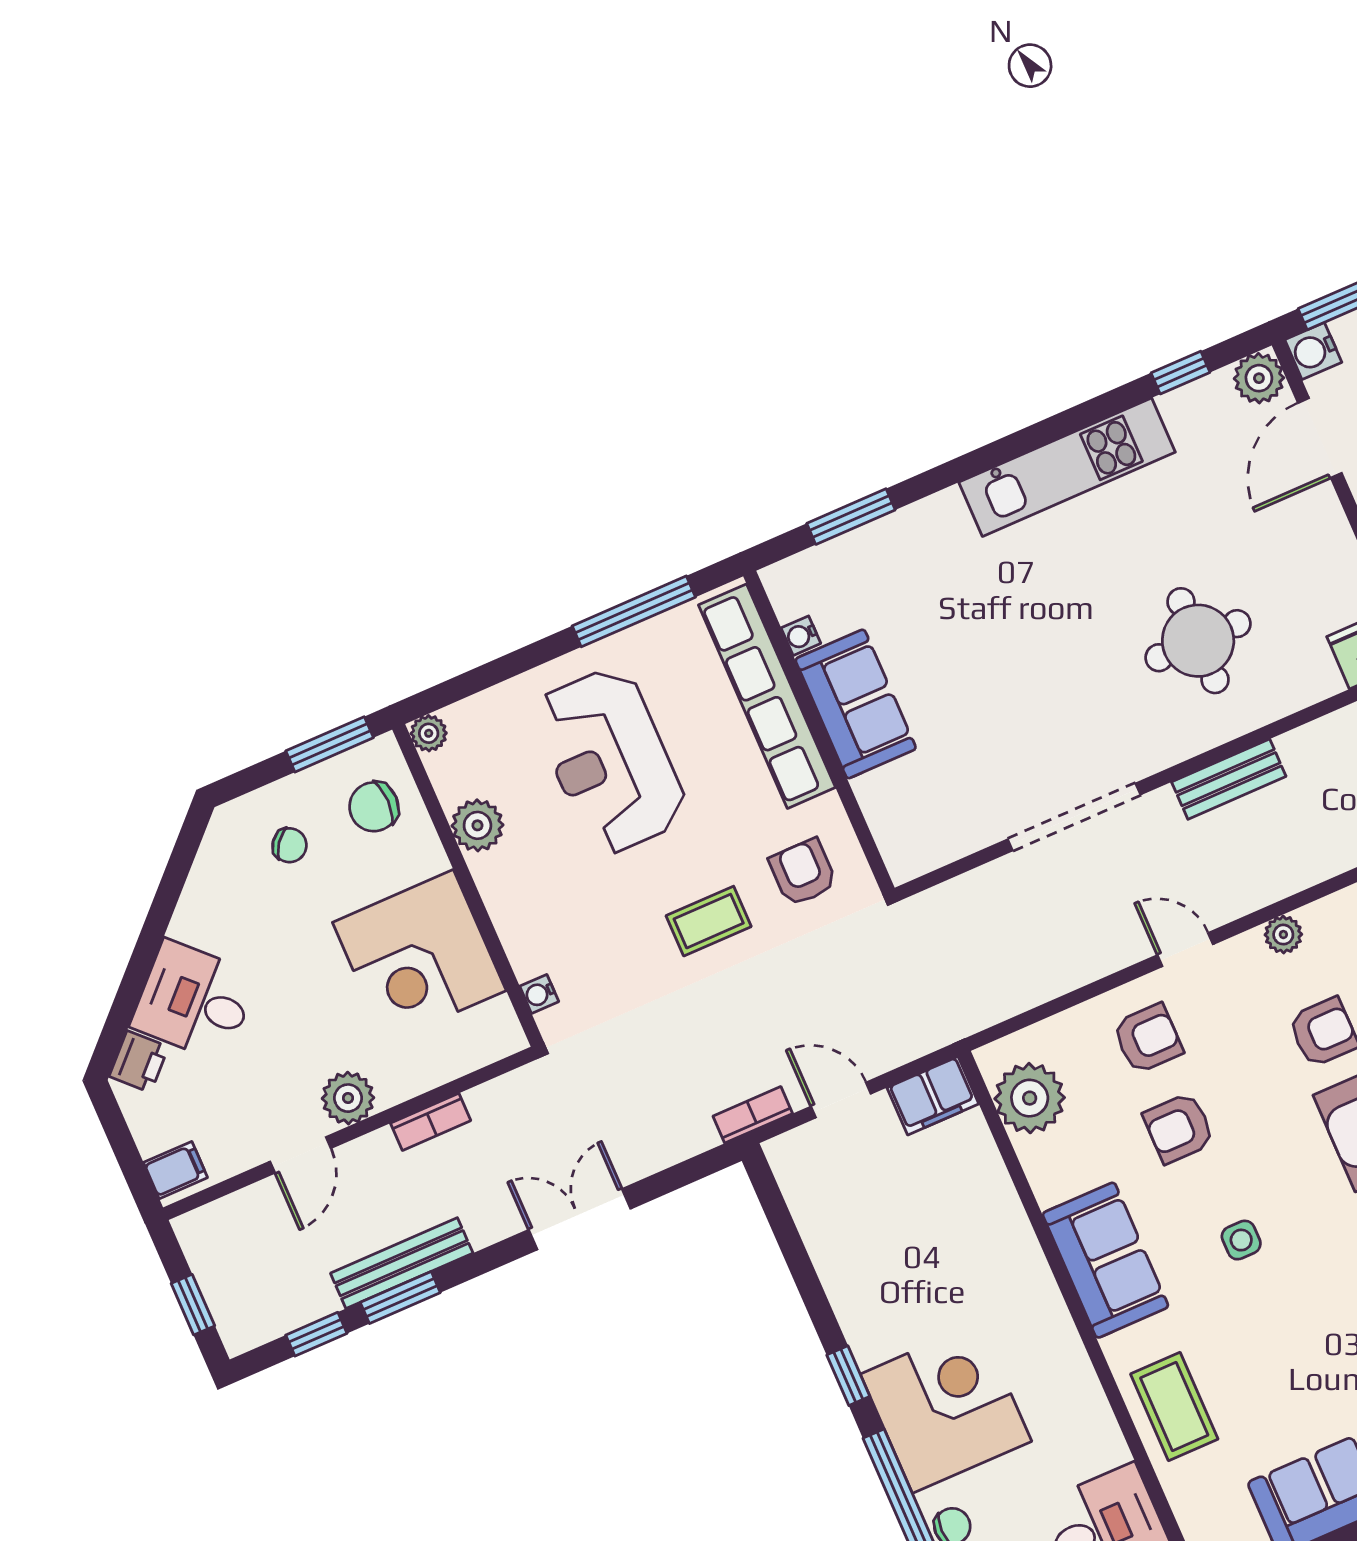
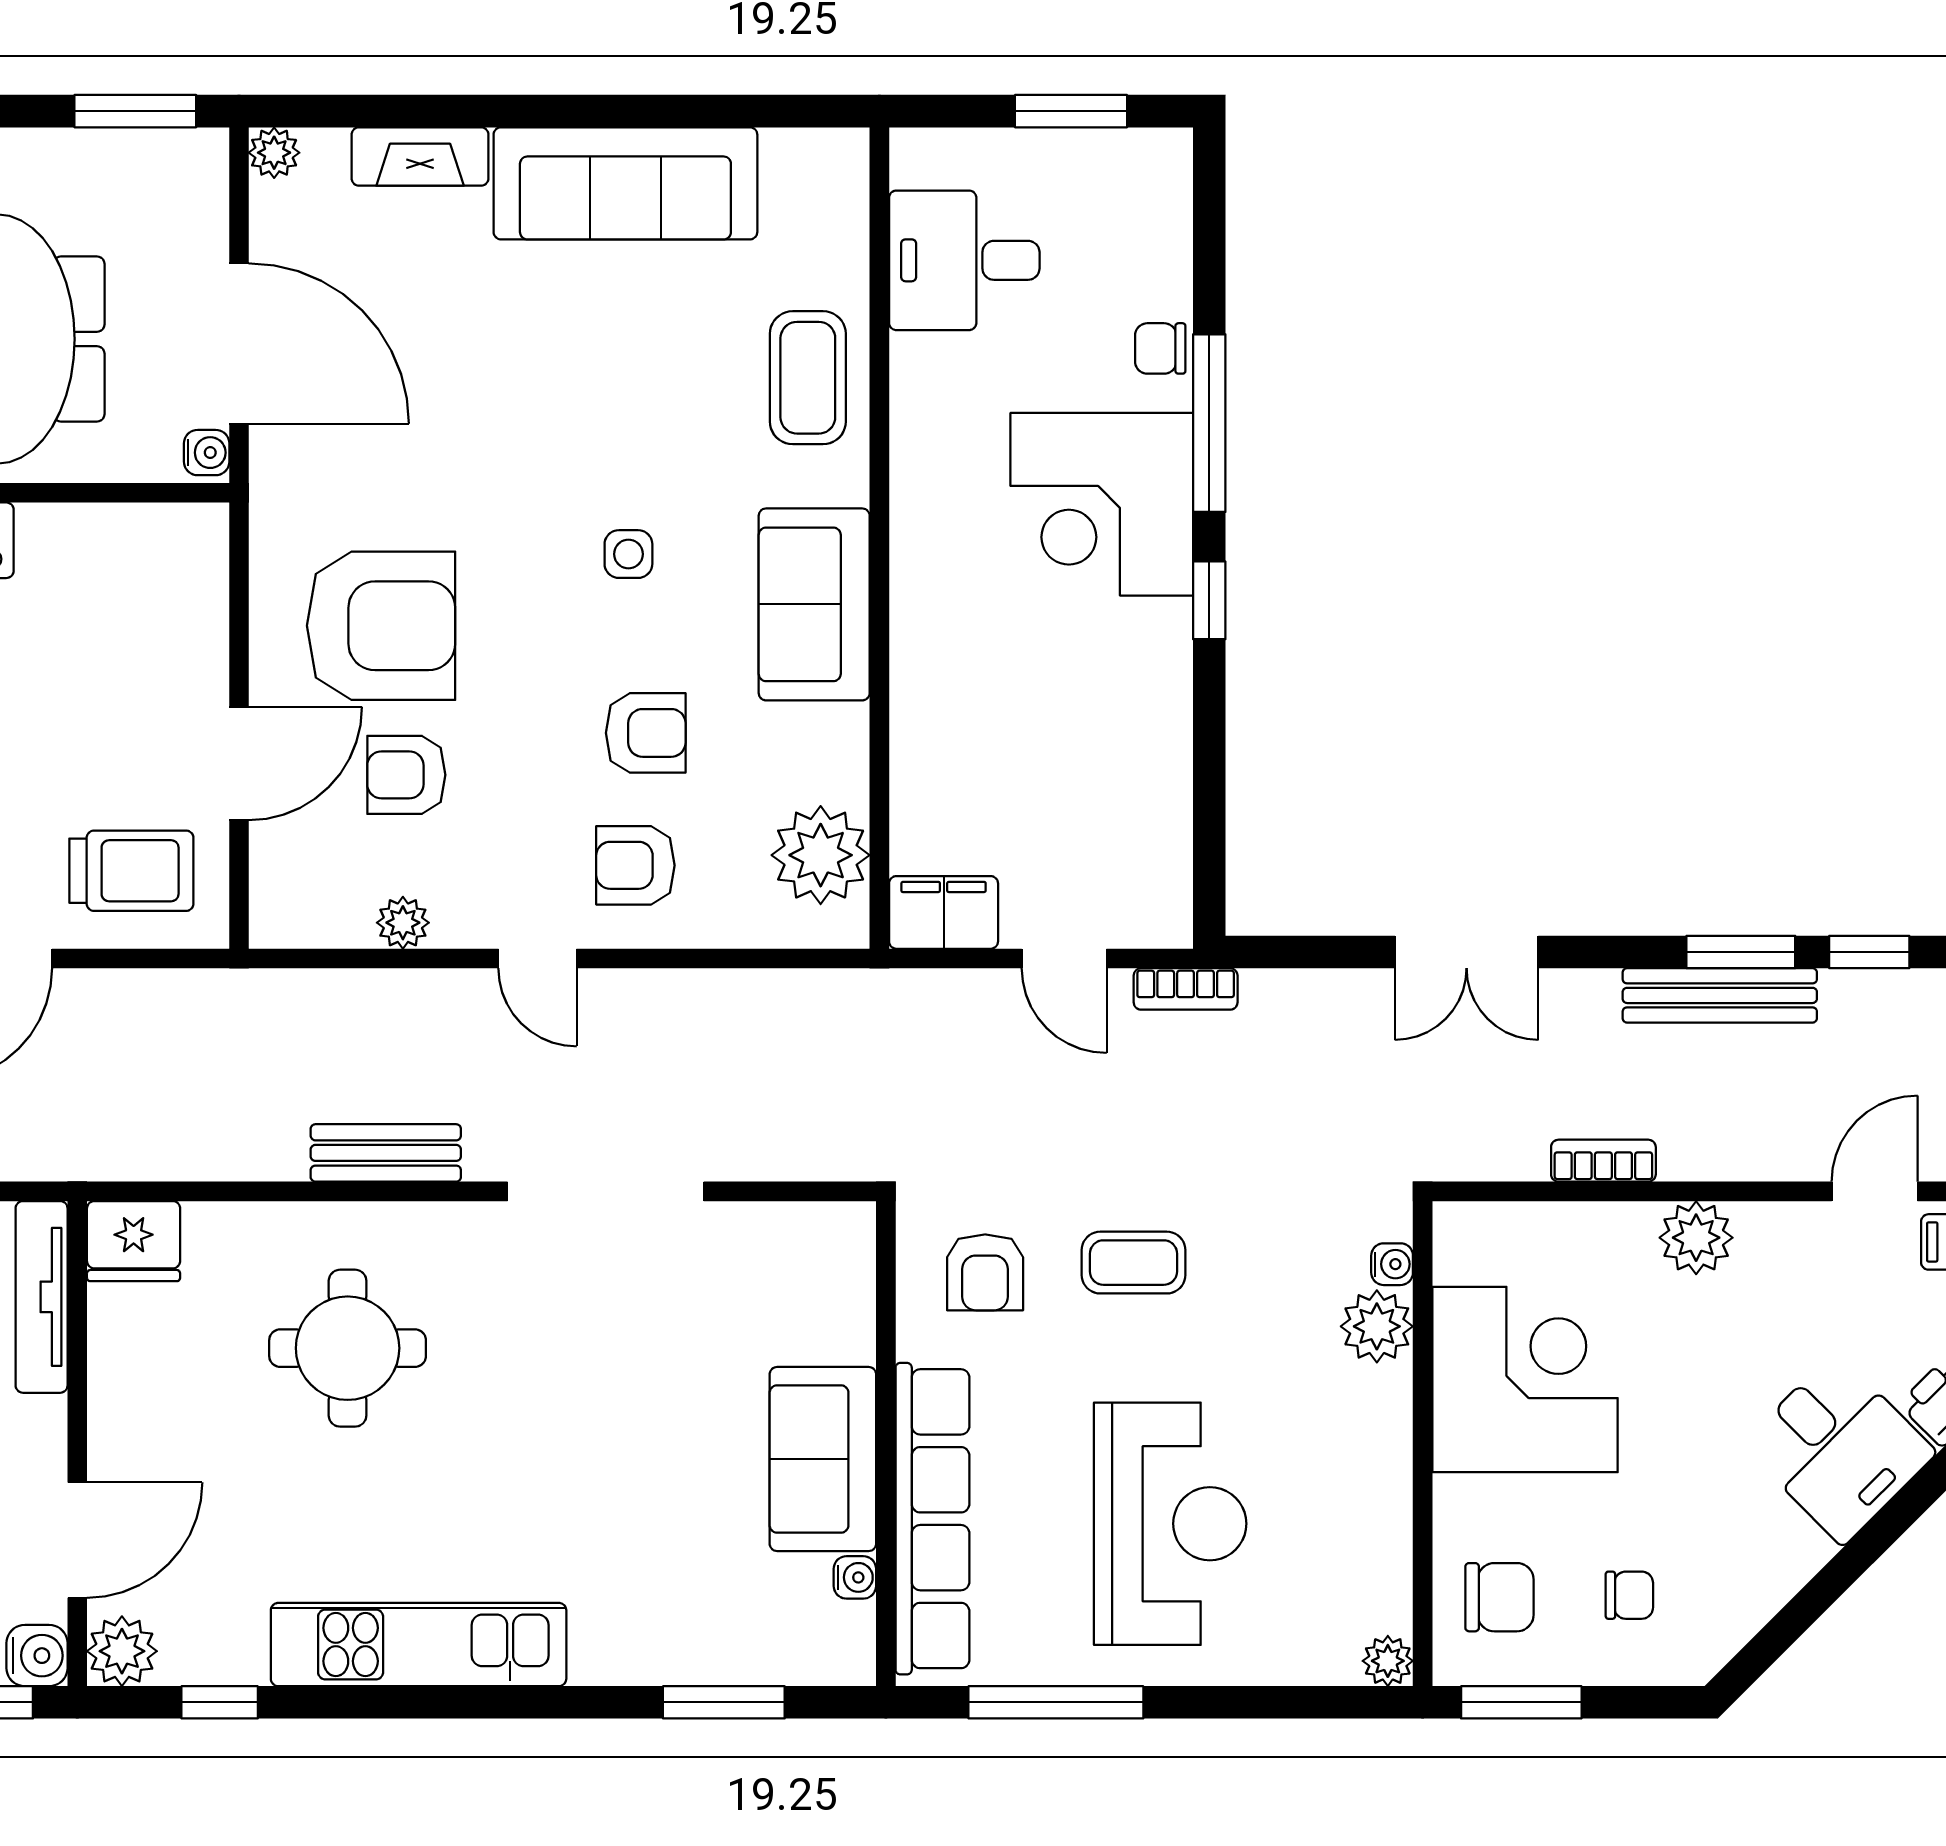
plant: (477, 825) -> (1377, 1326), moved
chair: (290, 845) -> (1629, 1595), turned 143
door: (300, 1155) -> (1875, 1191), moved

